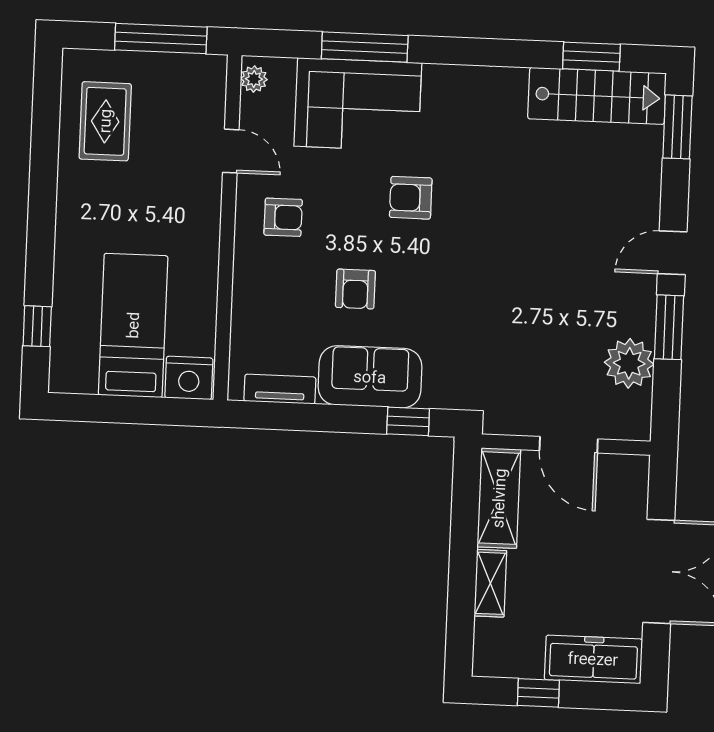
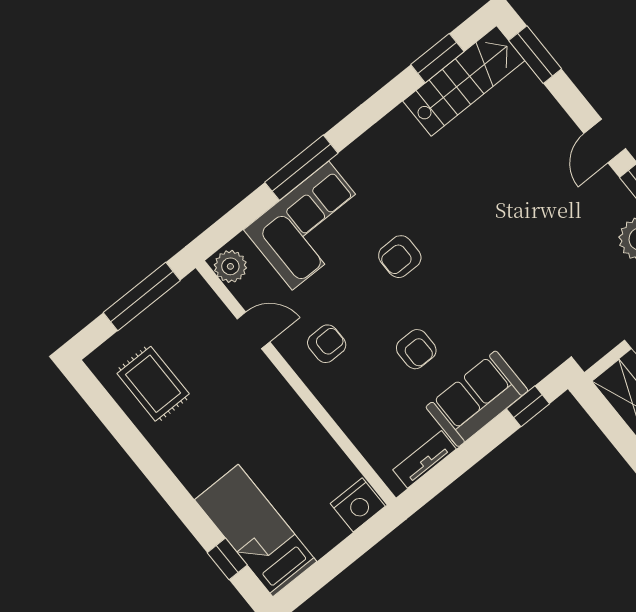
window: (365, 47) -> (301, 168), moved
plant: (254, 79) -> (230, 266), width x1.38, depth x1.38
bed: (133, 325) -> (256, 531), moved

